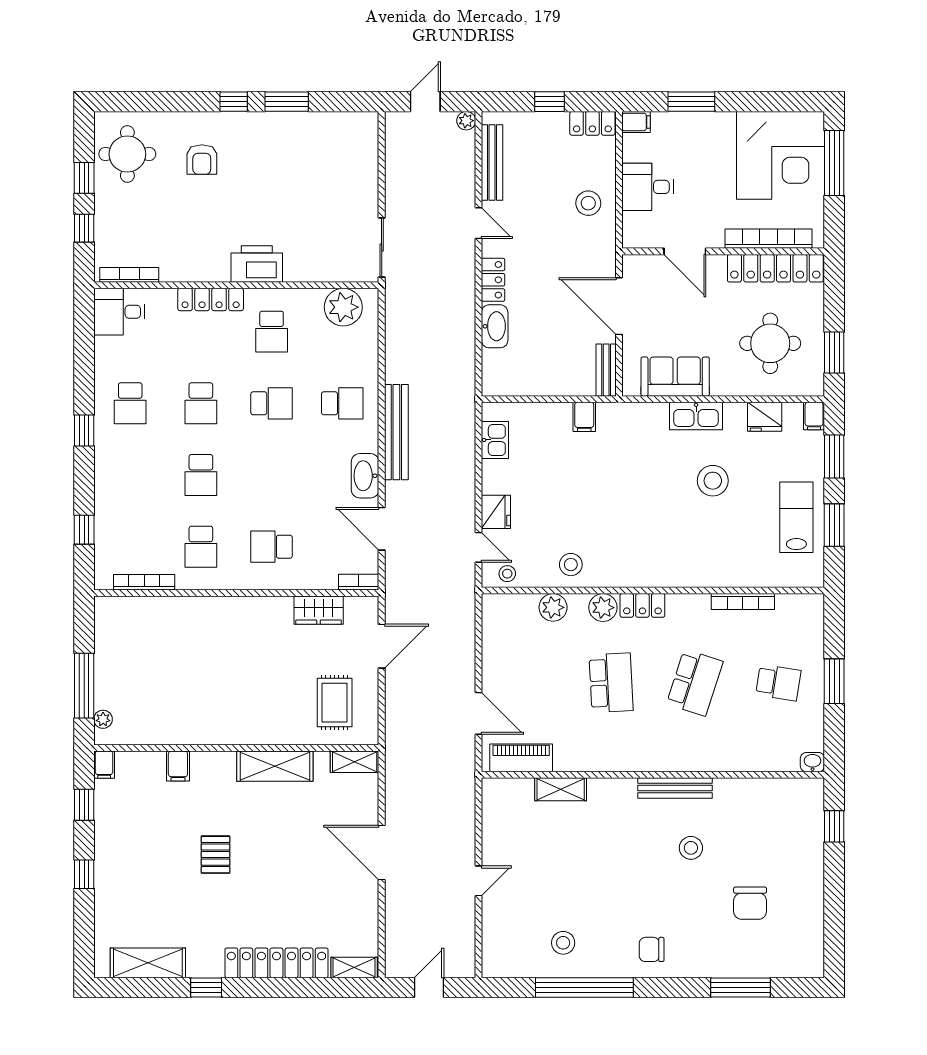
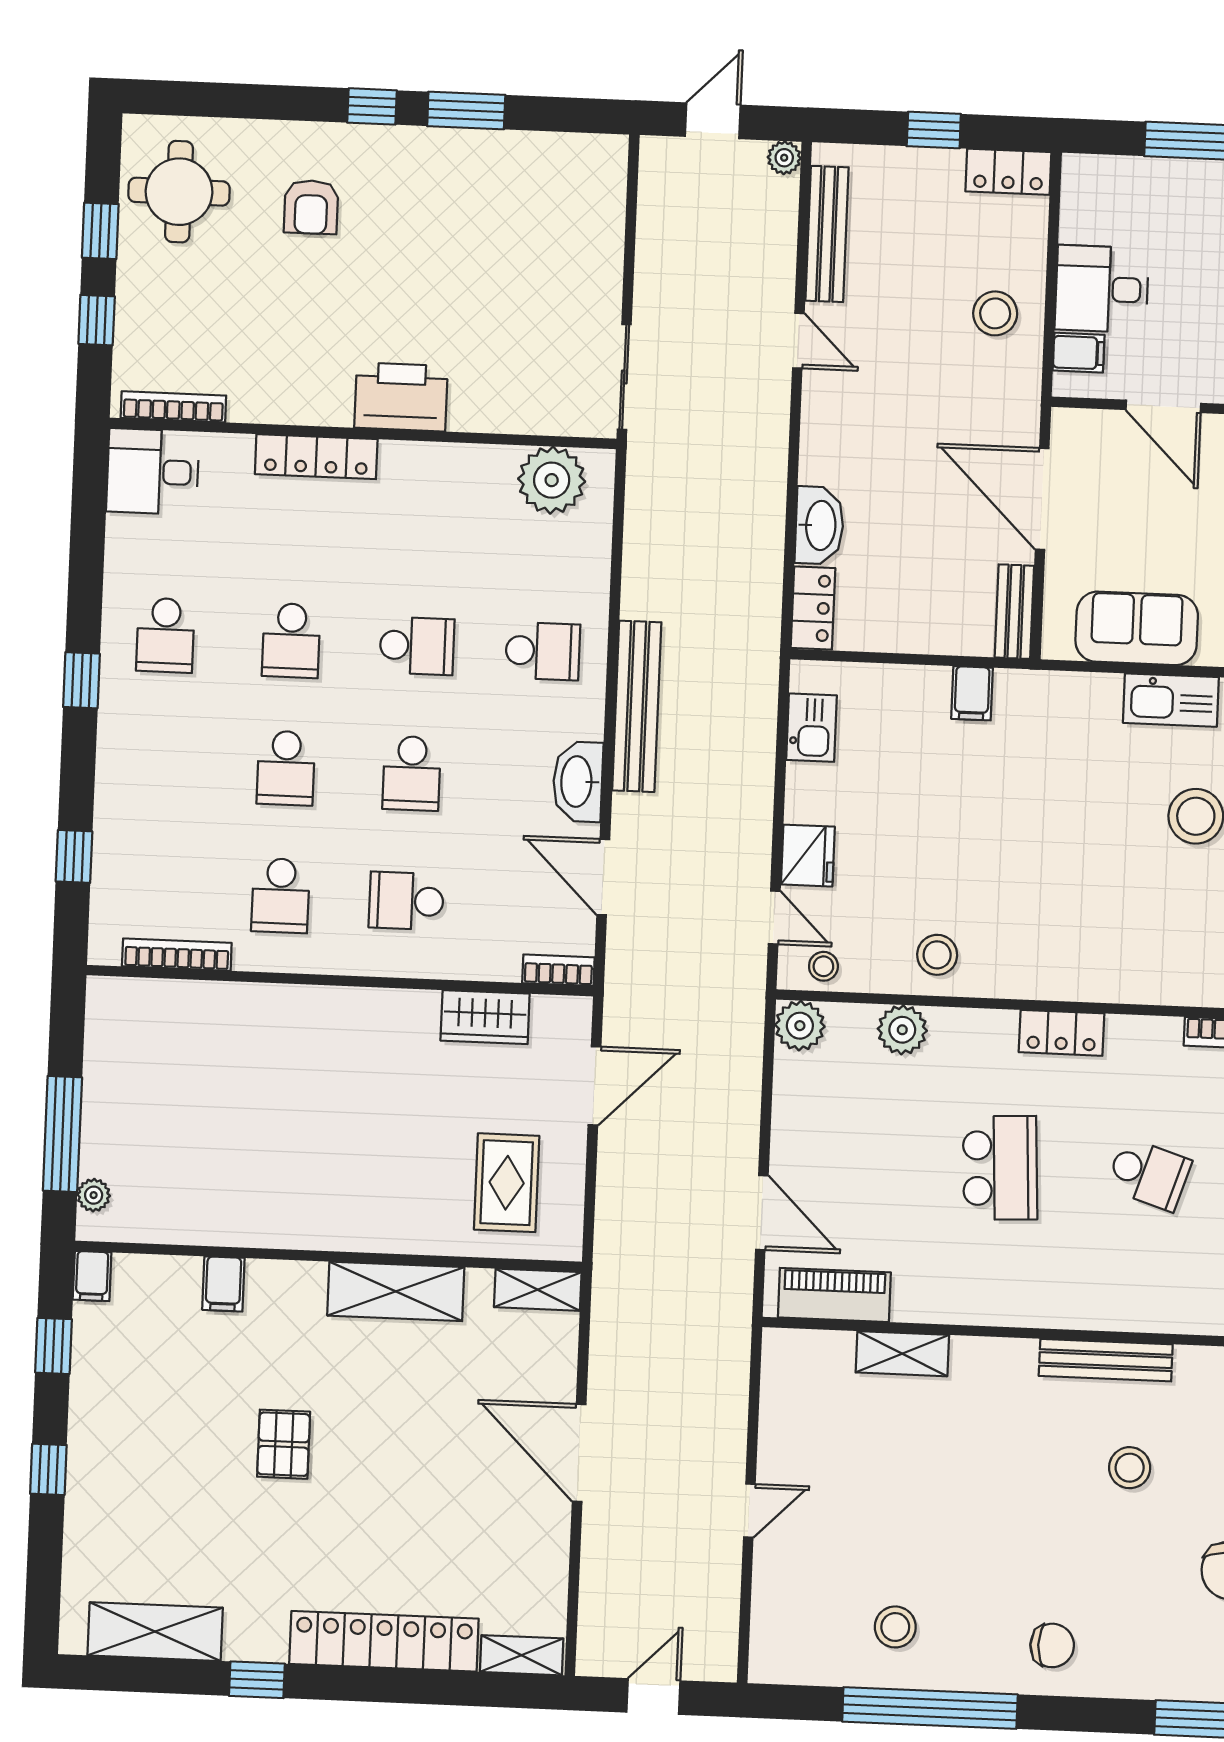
filing cabinet: (636, 122) -> (1079, 353), moved
locker: (493, 280) -> (813, 608), moved
school desk: (272, 332) -> (412, 773), moved
plant: (603, 608) -> (800, 1026), moved
school desk: (695, 683) -> (1149, 1174), width x0.54
chair: (652, 949) -> (1052, 1645), turned 180

